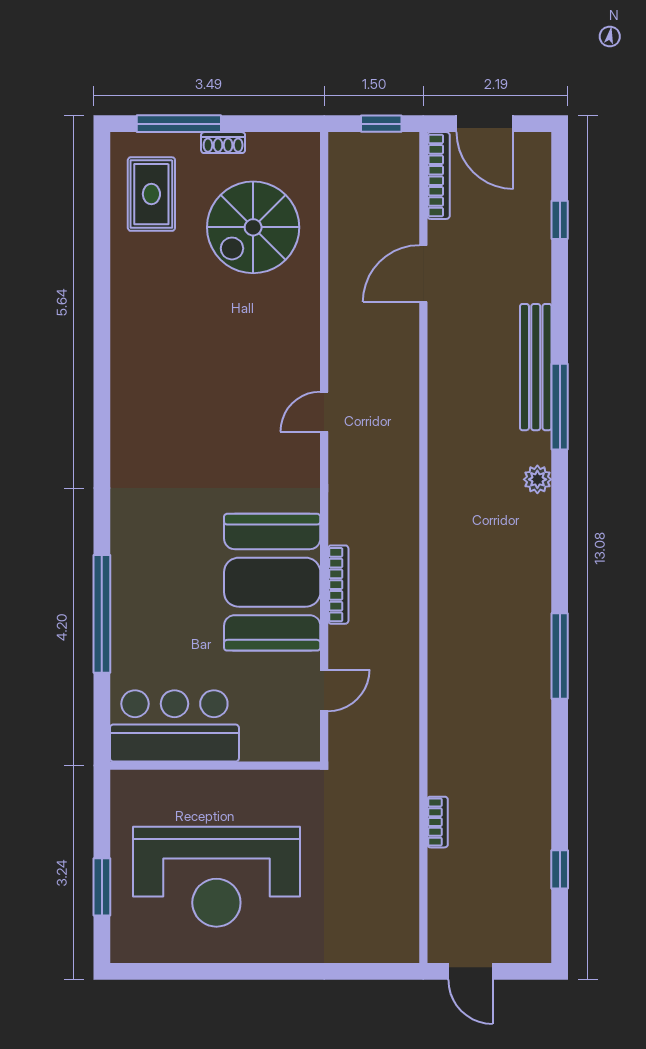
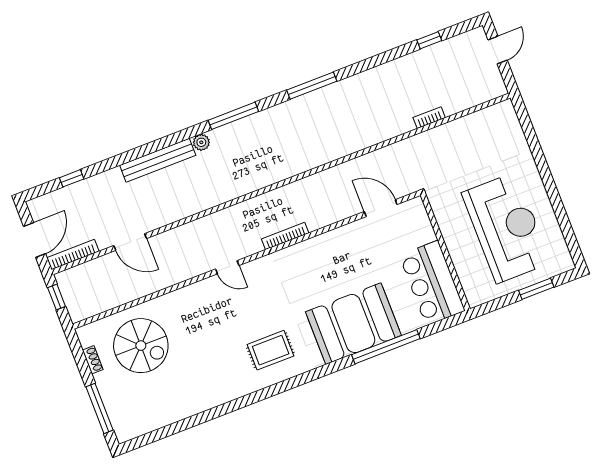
shoe rack: (223, 143) -> (93, 360), moved
rug: (151, 194) -> (271, 350), moved
window: (560, 407) -> (233, 116), moved
plant: (537, 479) -> (201, 142), moved
booth: (272, 582) -> (353, 324), moved
bookcase: (338, 585) -> (285, 236), moved
door: (324, 690) -> (381, 208), width x1.38
door: (470, 971) -> (498, 50), moved

